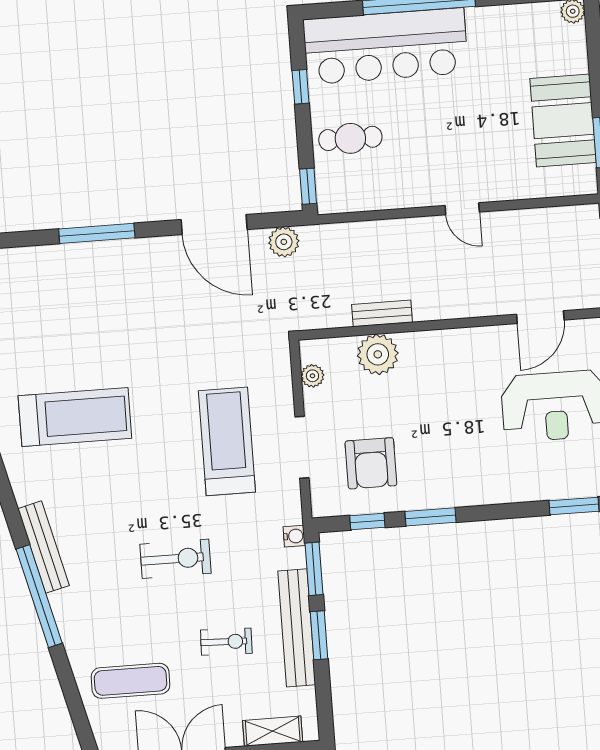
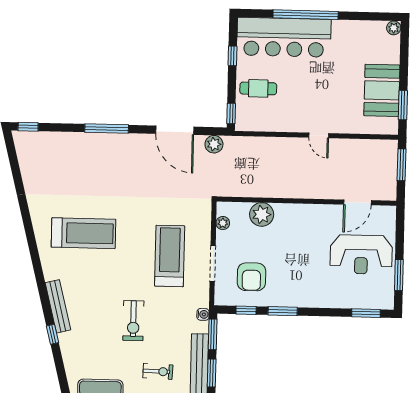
bench: (382, 313) -> (266, 191), removed
exercise bike: (176, 559) -> (133, 321), turned 90
window: (39, 596) -> (53, 334), width x0.32

